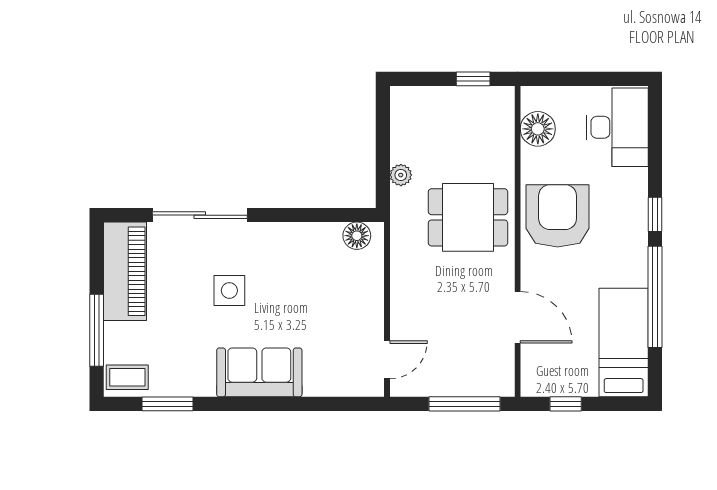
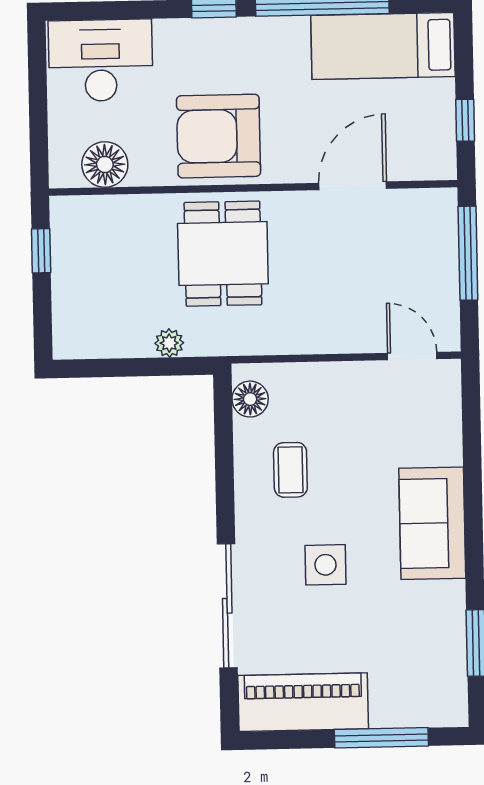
coffee table: (127, 377) -> (290, 470), moved

